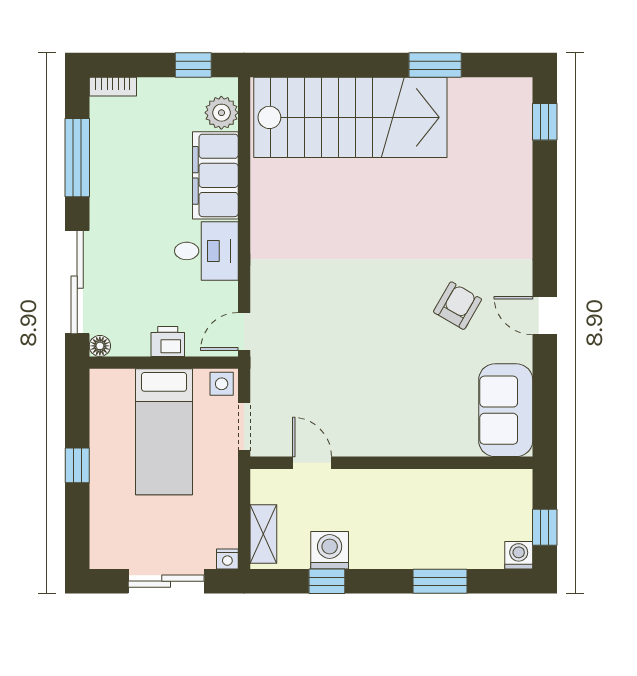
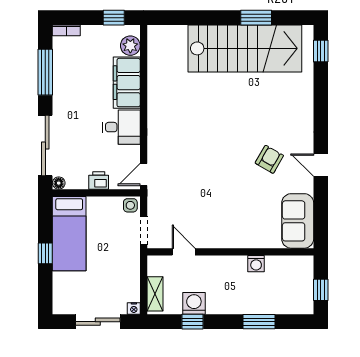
stairs: (350, 117) -> (245, 48), moved
bed: (164, 432) -> (69, 234), moved
washing machine: (519, 555) -> (256, 264), moved, turned 180

